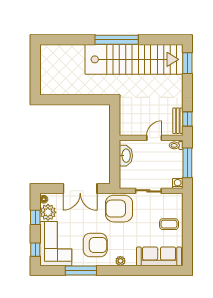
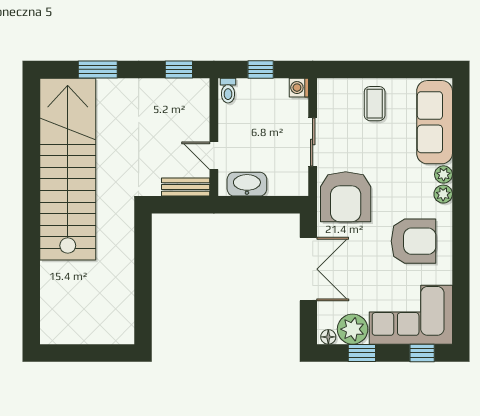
window: (117, 40) -> (31, 201), removed
window: (187, 63) -> (98, 69), moved
bench: (178, 121) -> (186, 187), moved
door: (154, 138) -> (214, 156), moved
window: (187, 163) -> (261, 69), width x0.46
armchair: (95, 245) -> (413, 241), turned 90
plant: (131, 261) -> (444, 174), added
window: (81, 270) -> (461, 268), removed

